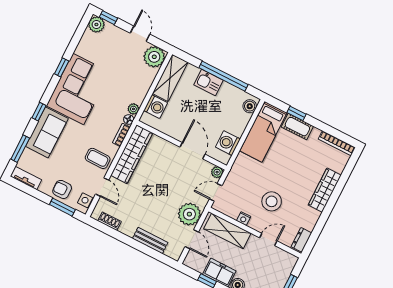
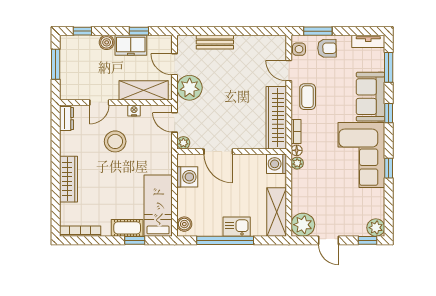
washing machine: (156, 107) -> (277, 164), moved
coffee table: (98, 158) -> (308, 97), turned 90
door: (216, 192) -> (175, 122), swing flipped
shoe rack: (109, 221) -> (265, 41), removed

